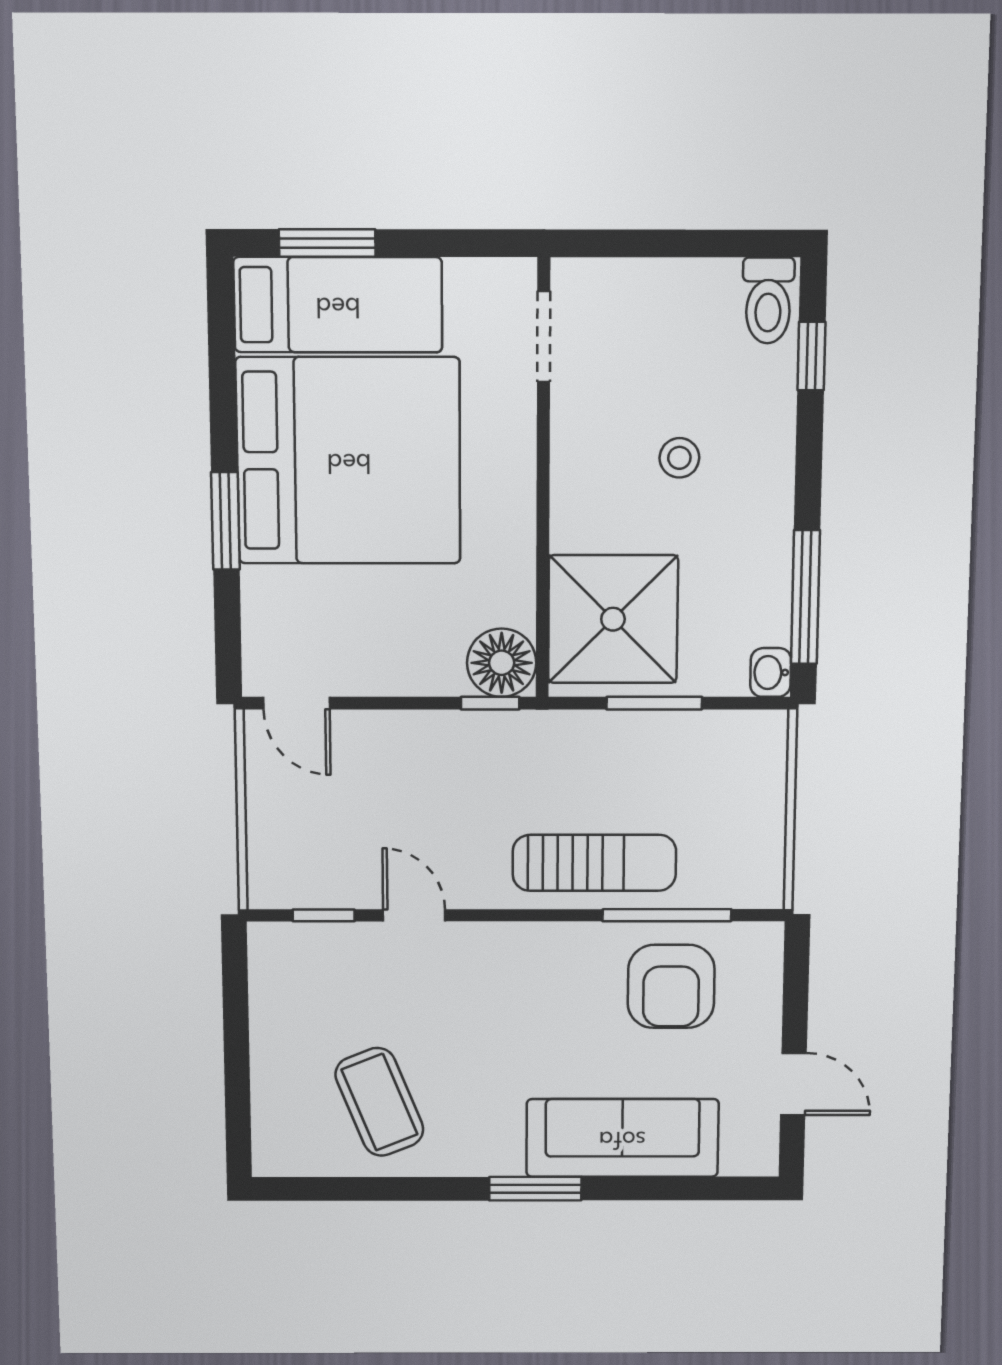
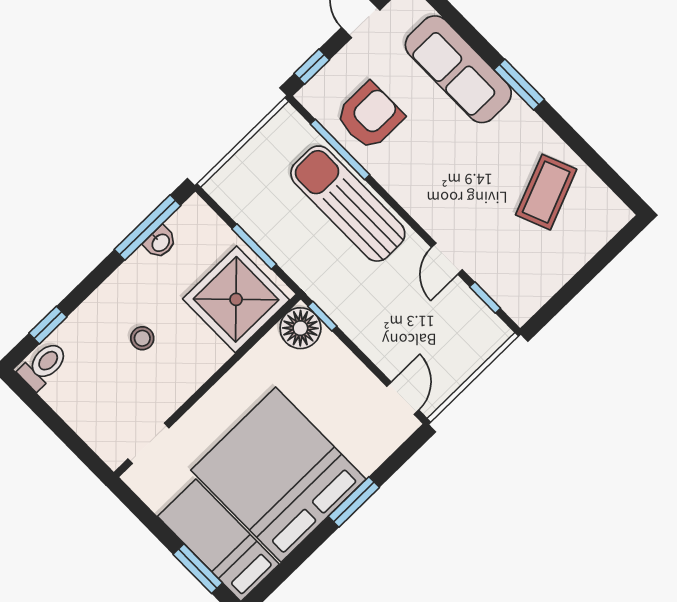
washbasin: (771, 672) -> (160, 242), moved
sun lounger: (594, 863) -> (348, 204), width x1.36, depth x1.34
window: (796, 976) -> (312, 67), added

